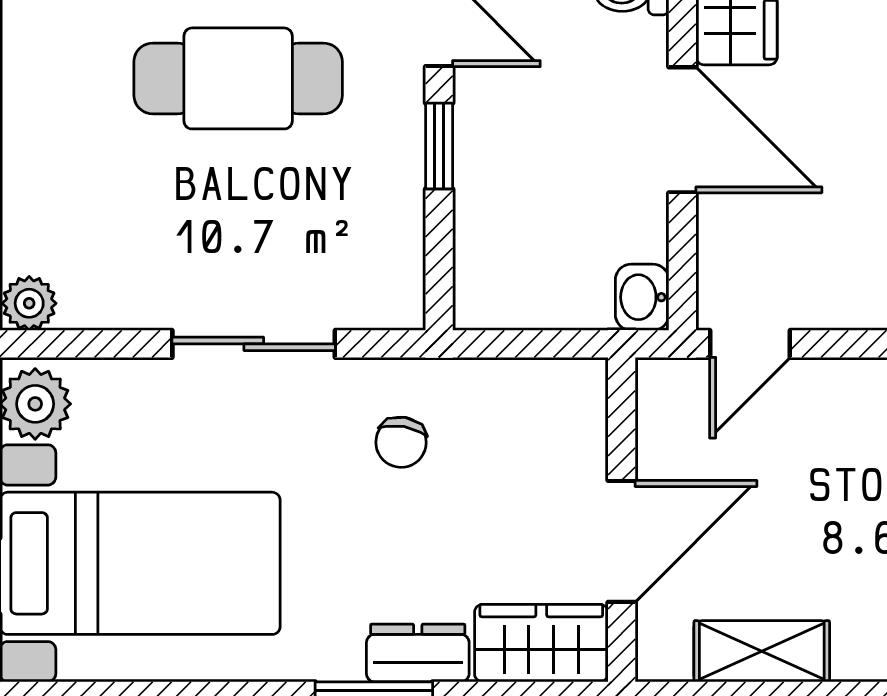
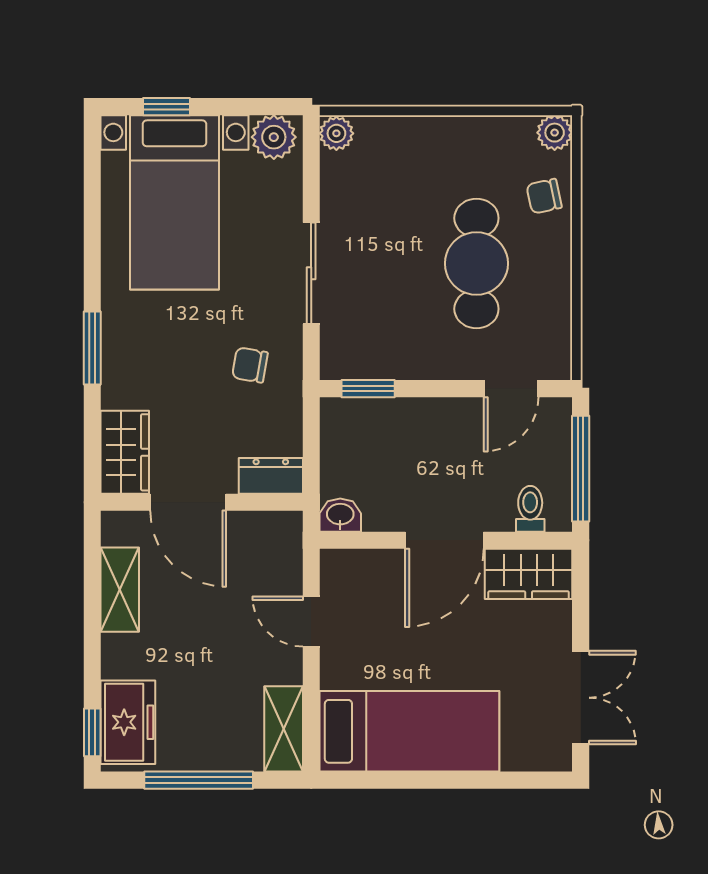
window: (439, 146) -> (368, 389), moved
door: (750, 344) -> (311, 622), moved
dresser: (418, 653) -> (271, 476), moved, turned -90

